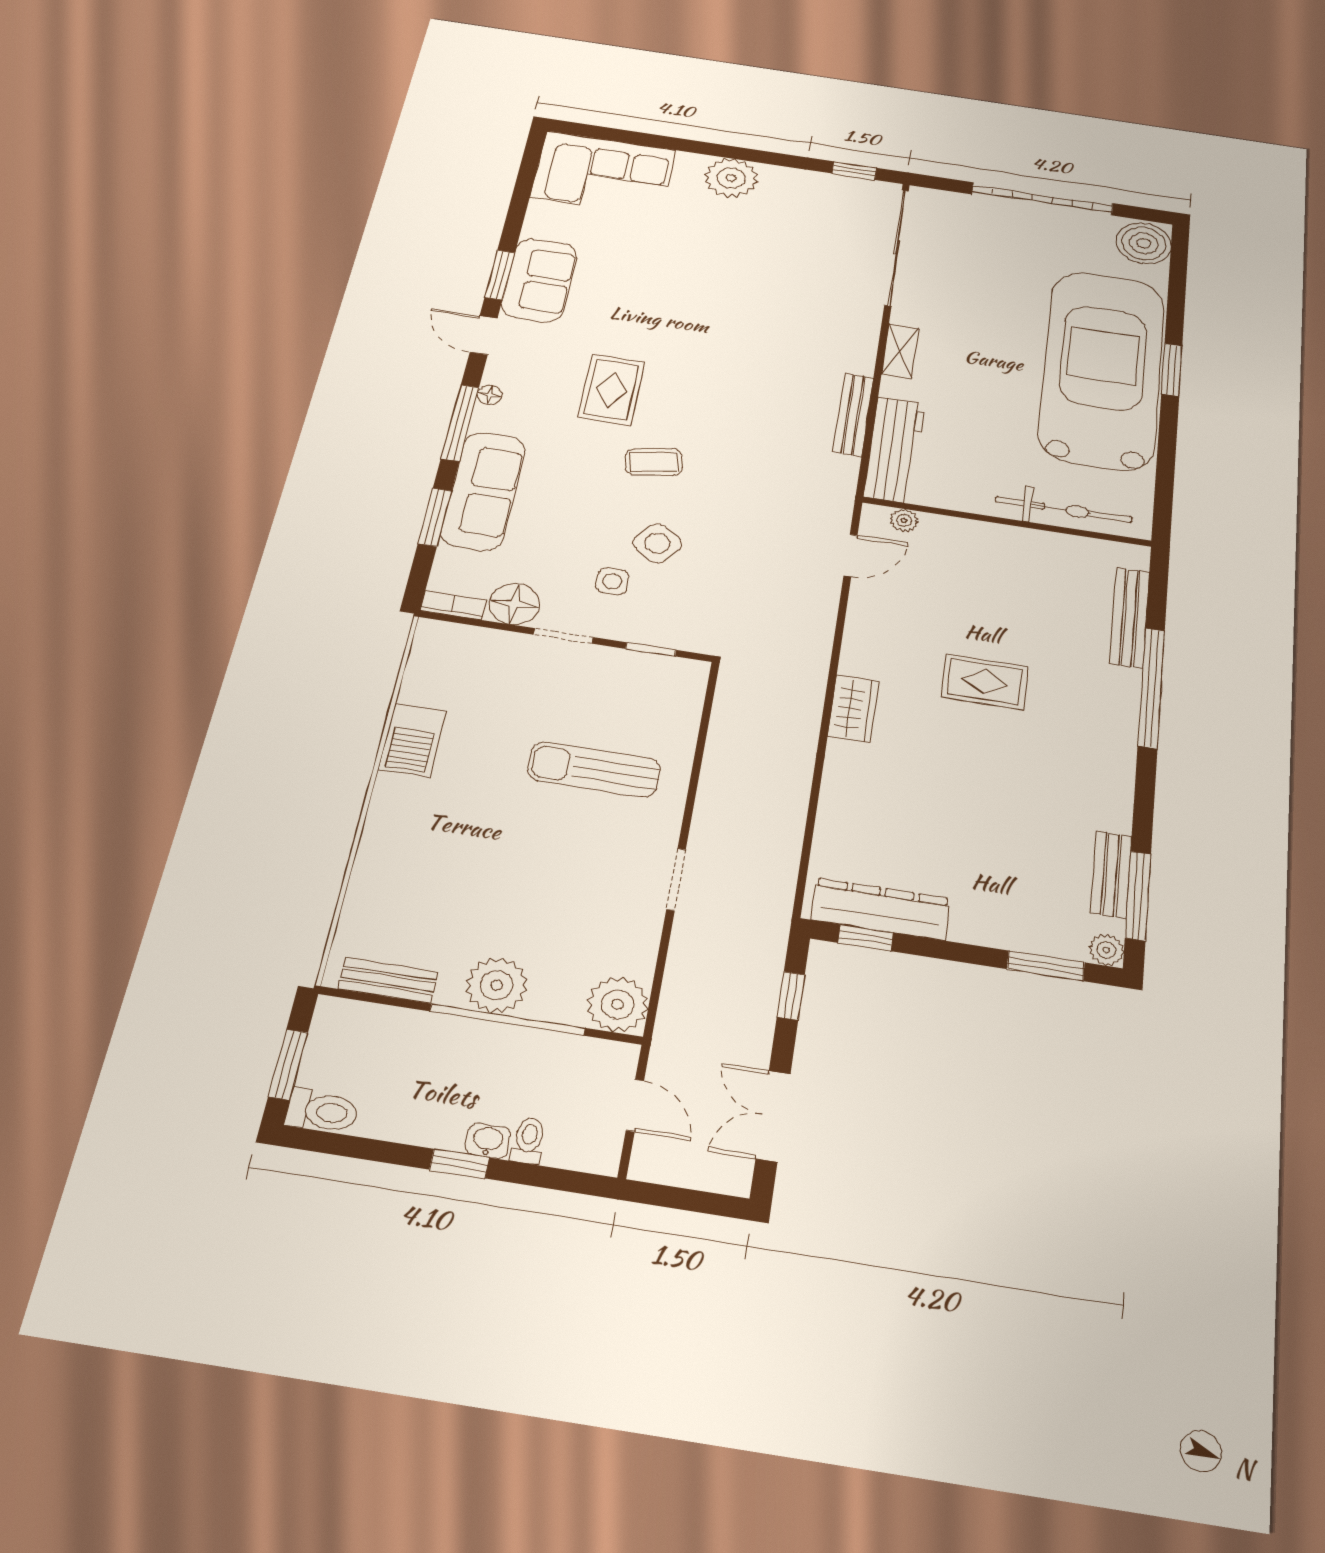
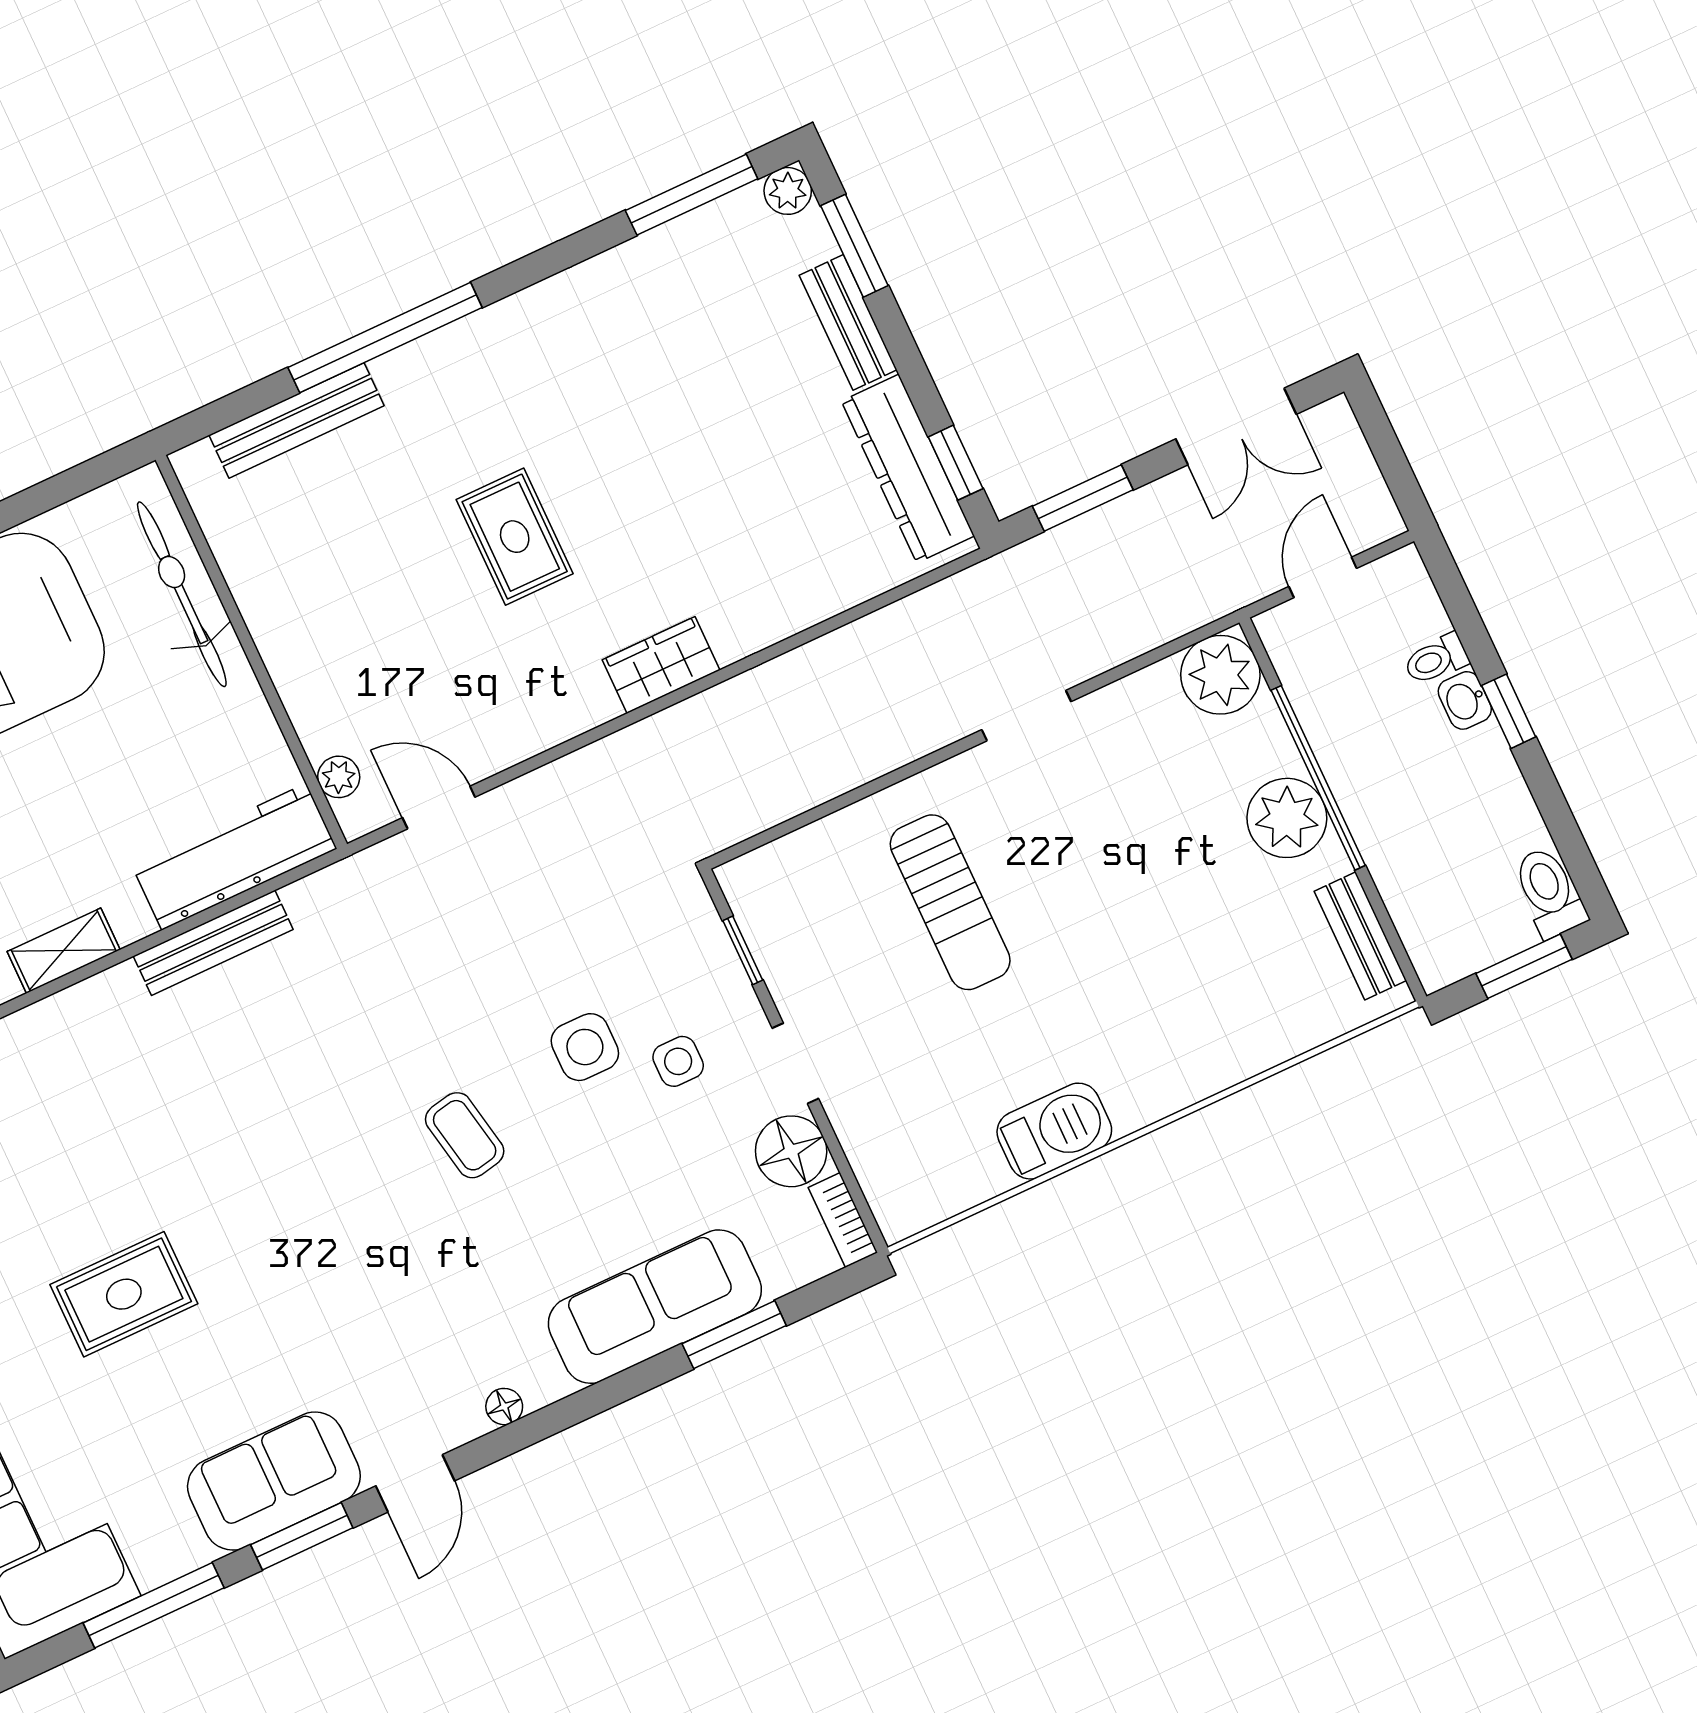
rug: (611, 390) -> (124, 1294), moved
window: (460, 423) -> (154, 1605), moved
side table: (657, 543) -> (585, 1047), turned -37
bench: (1111, 875) -> (848, 322), moved, turned 90
window: (791, 996) -> (1083, 498), width x1.50

